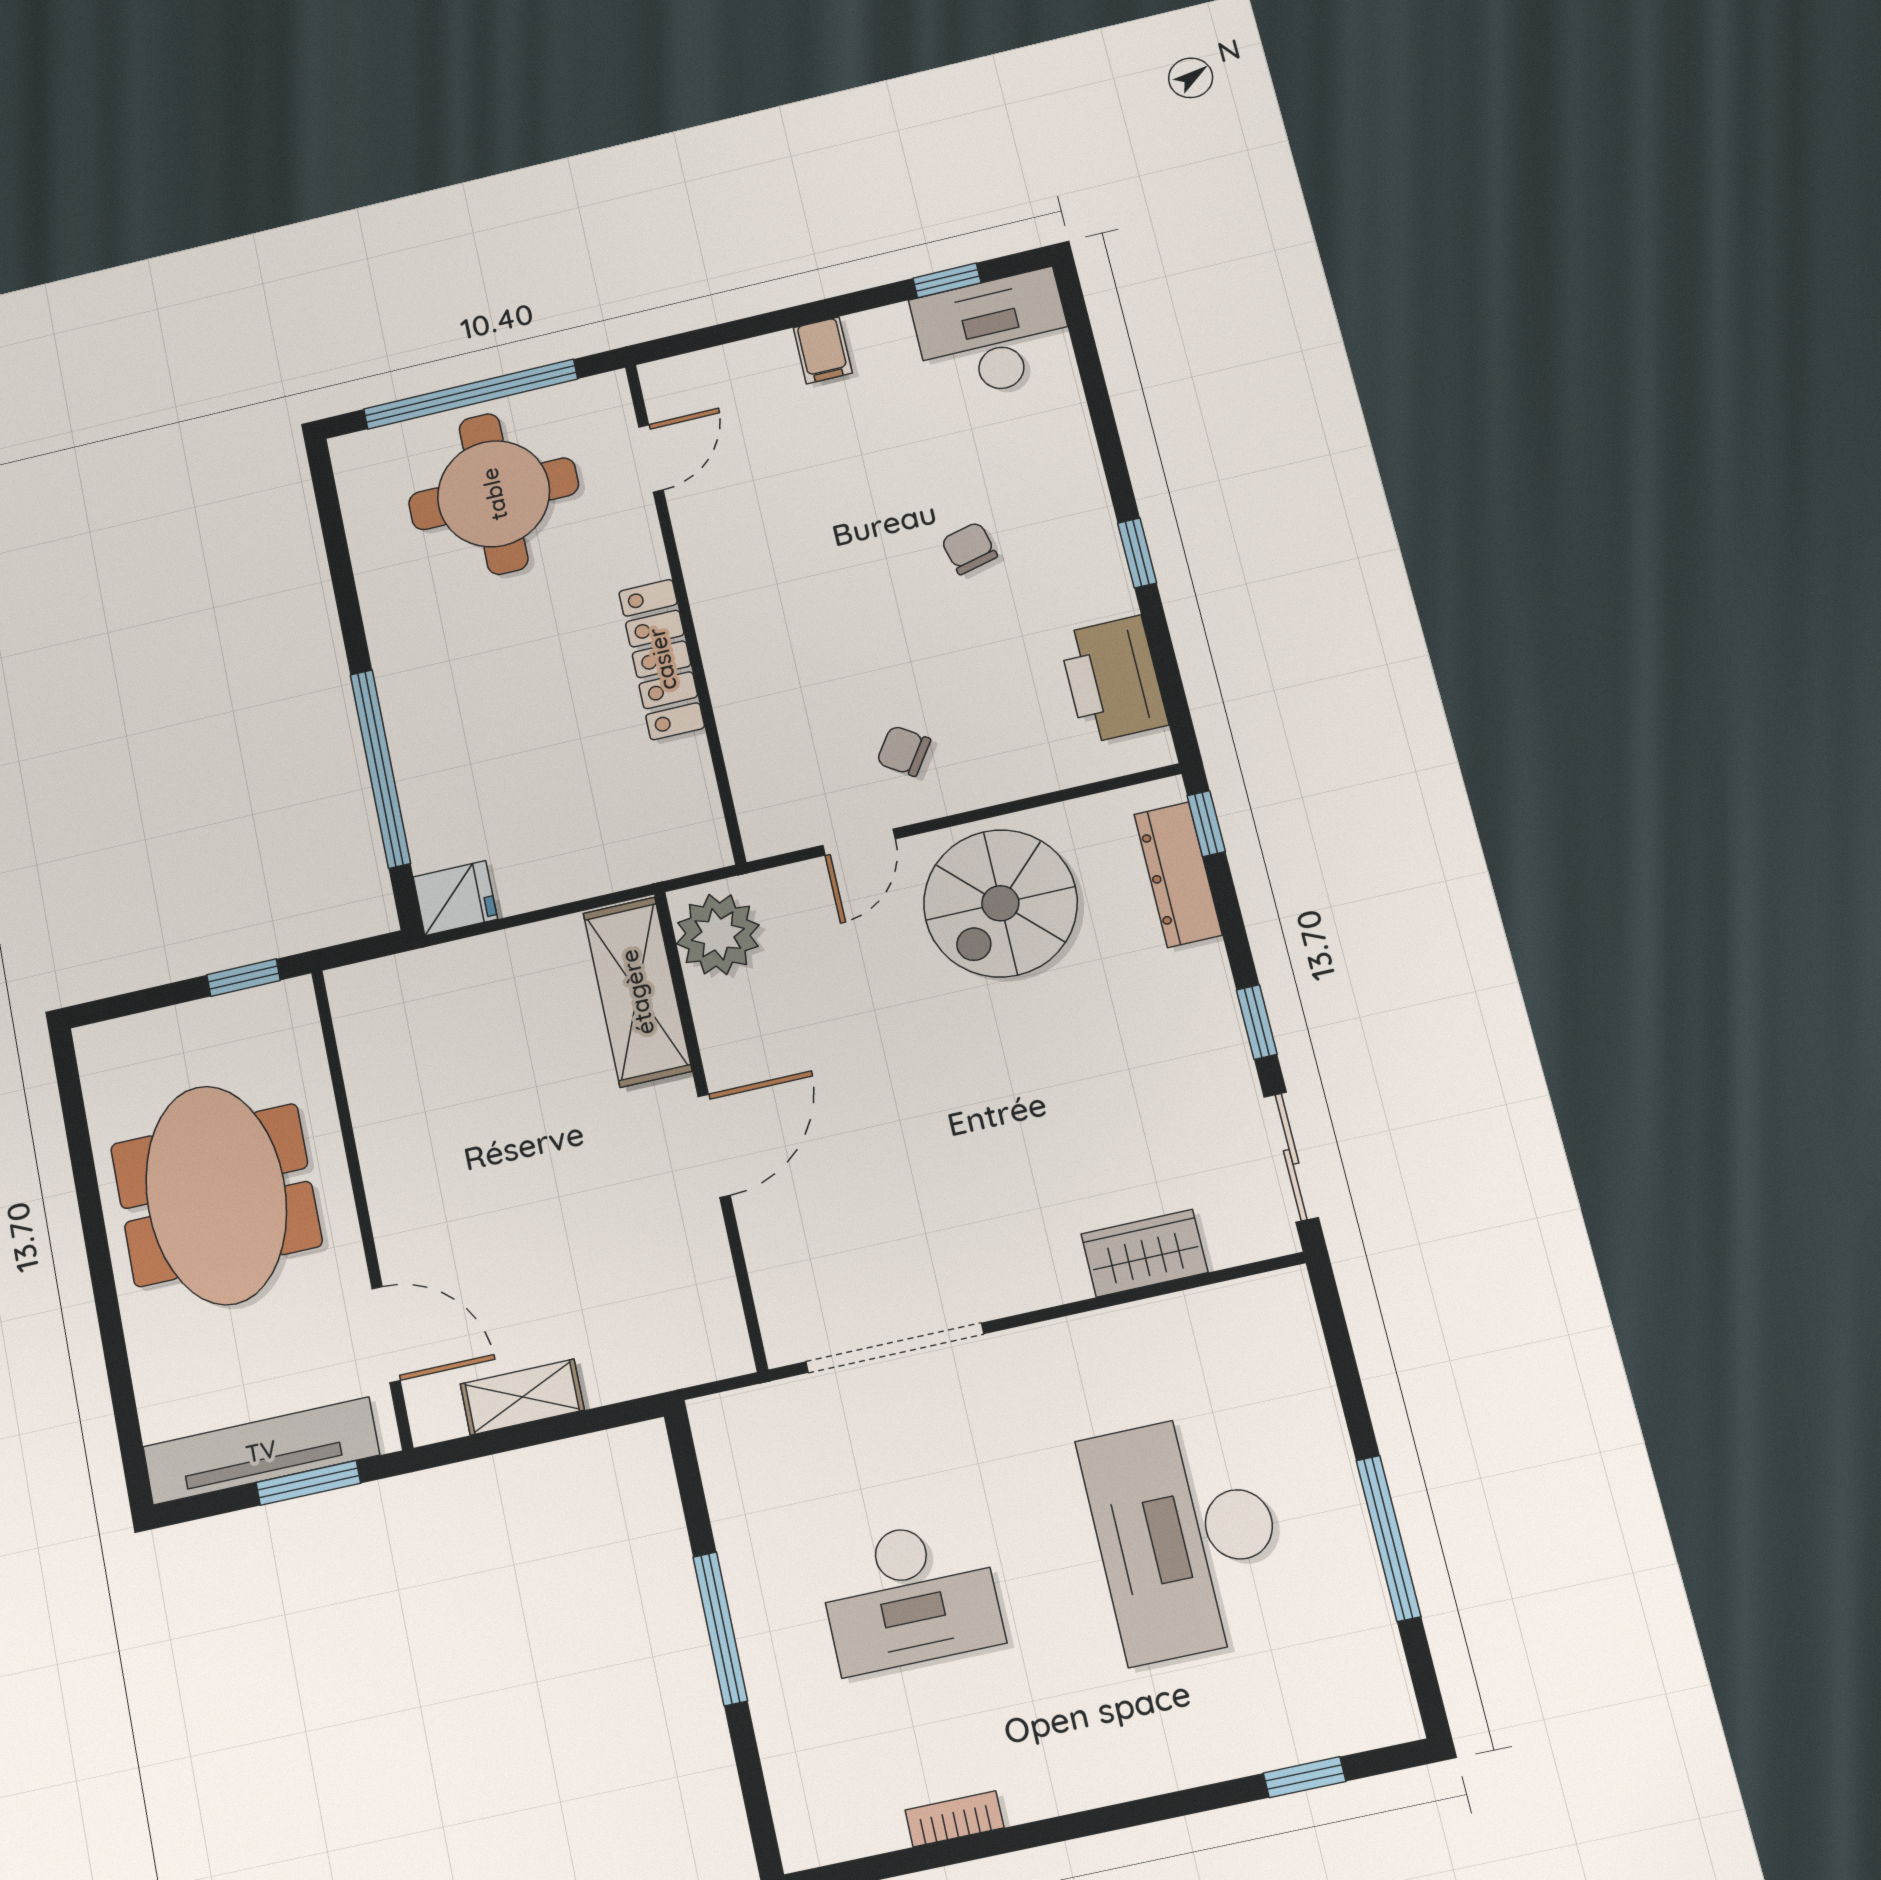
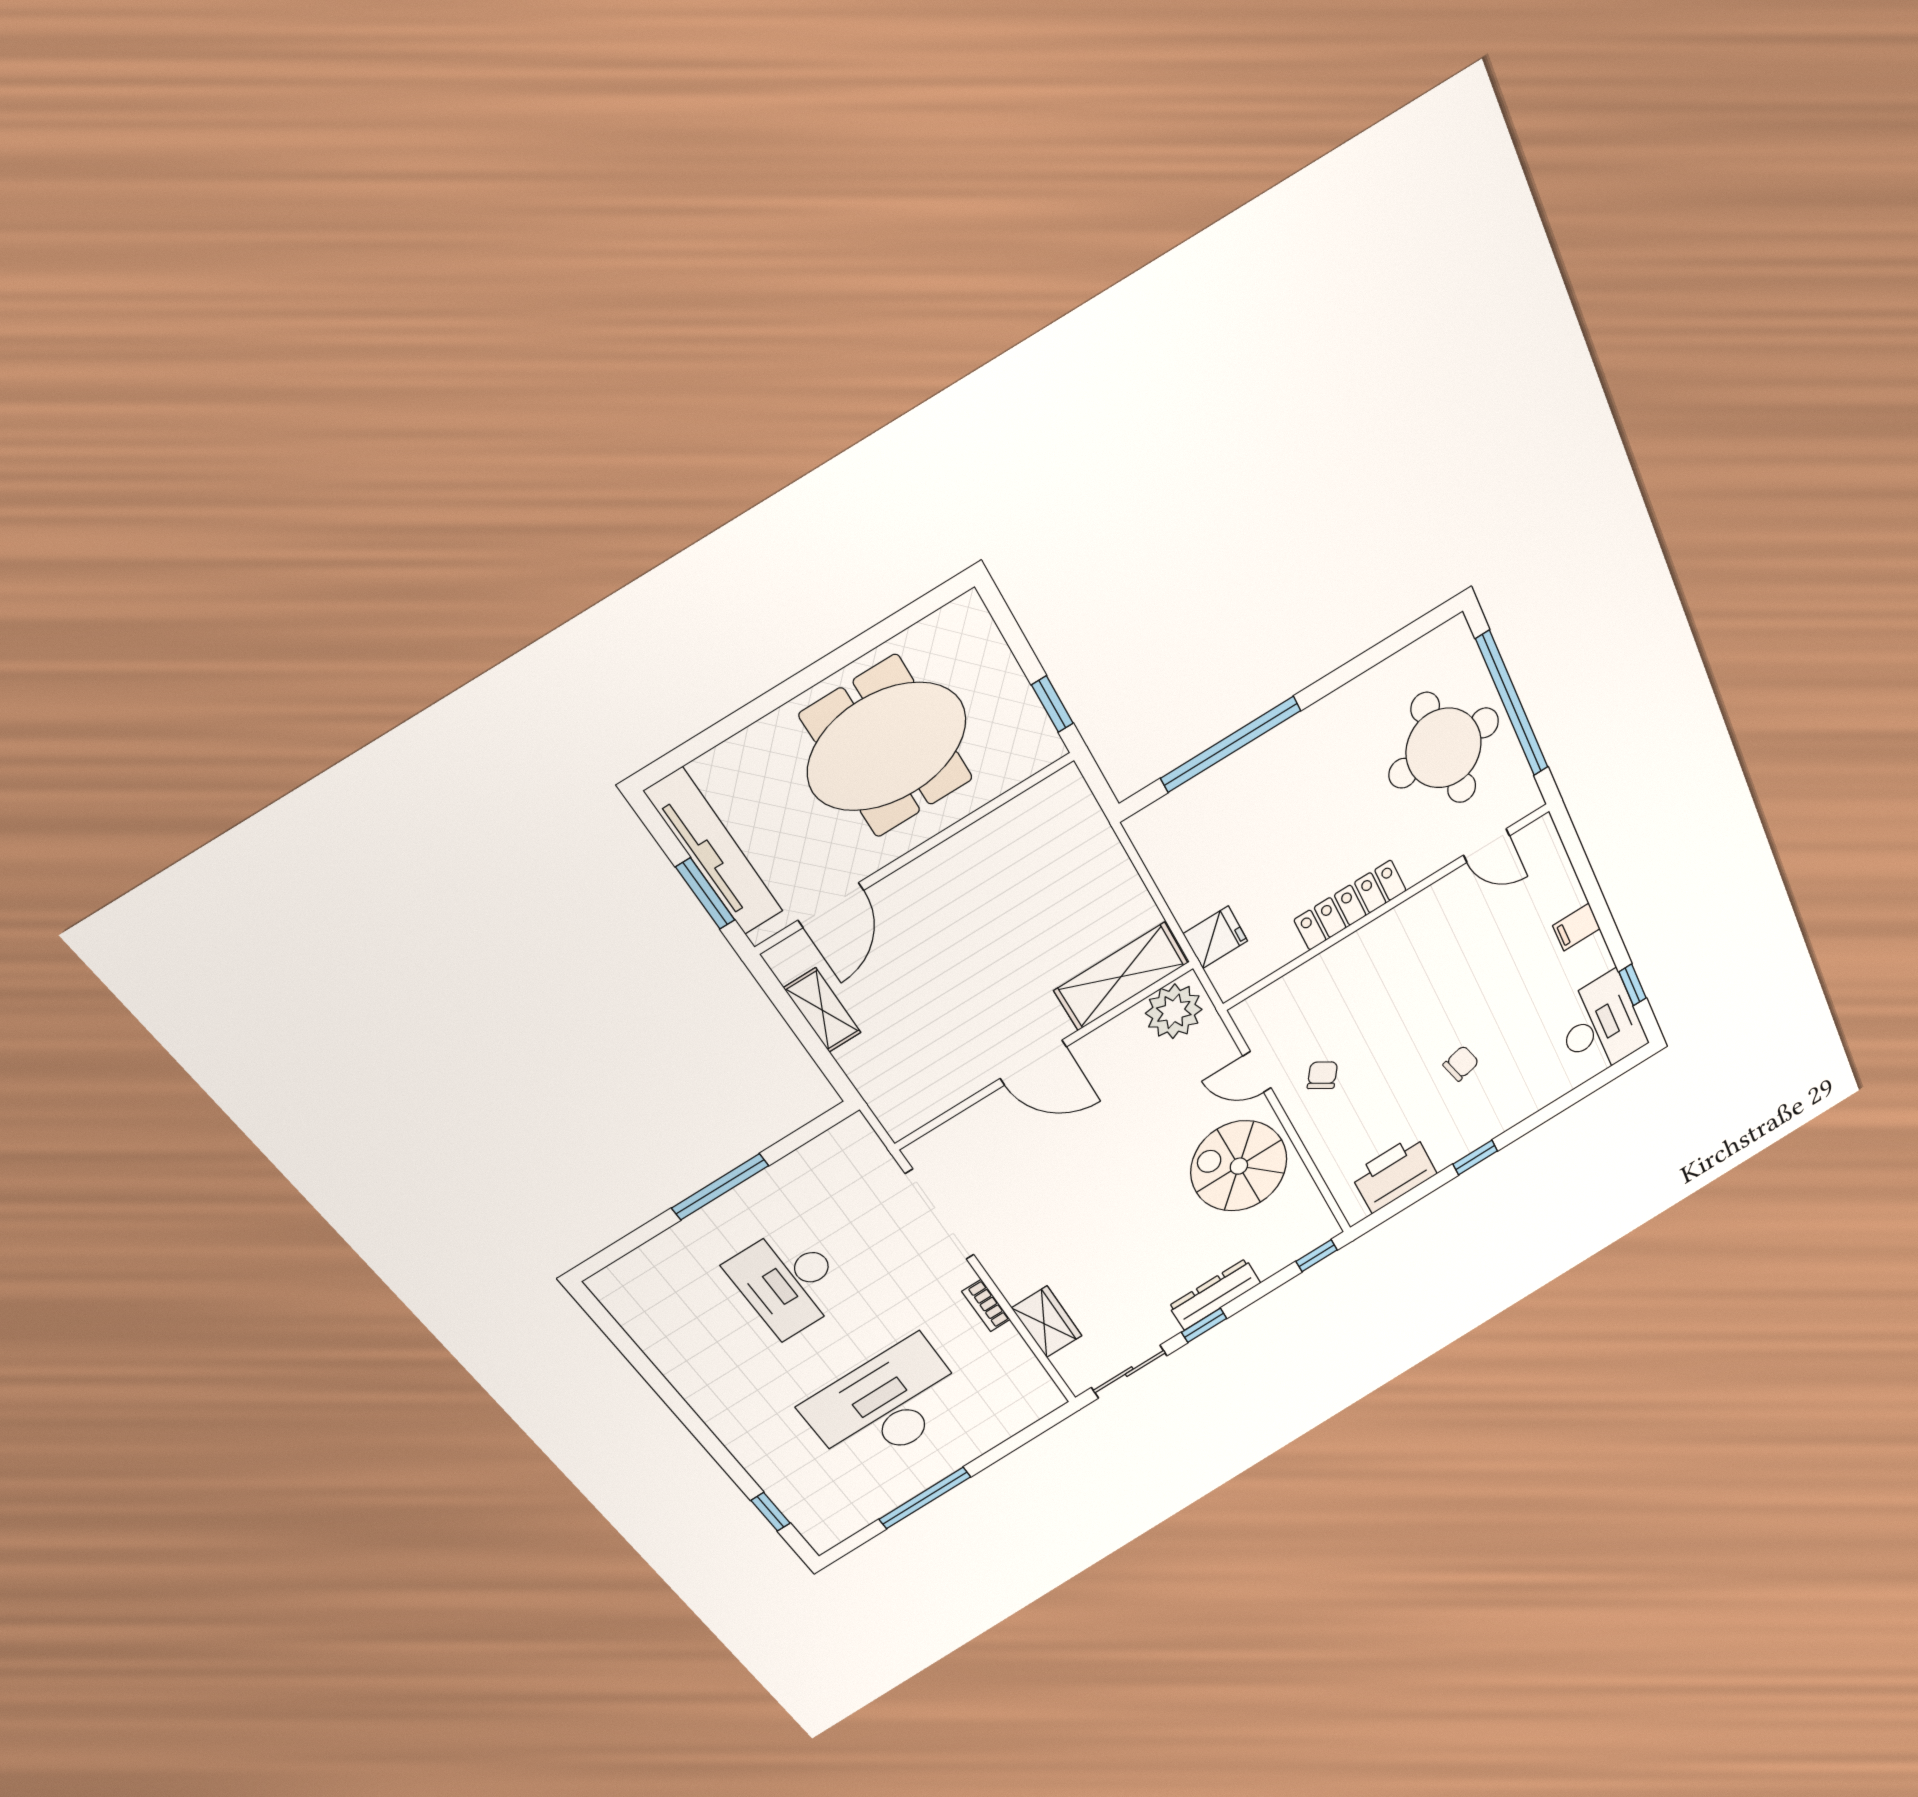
dresser: (1178, 875) -> (1215, 1294), moved
fridge: (455, 898) -> (1215, 937), moved, turned -90
bookcase: (954, 1819) -> (986, 1306), moved, turned 180

